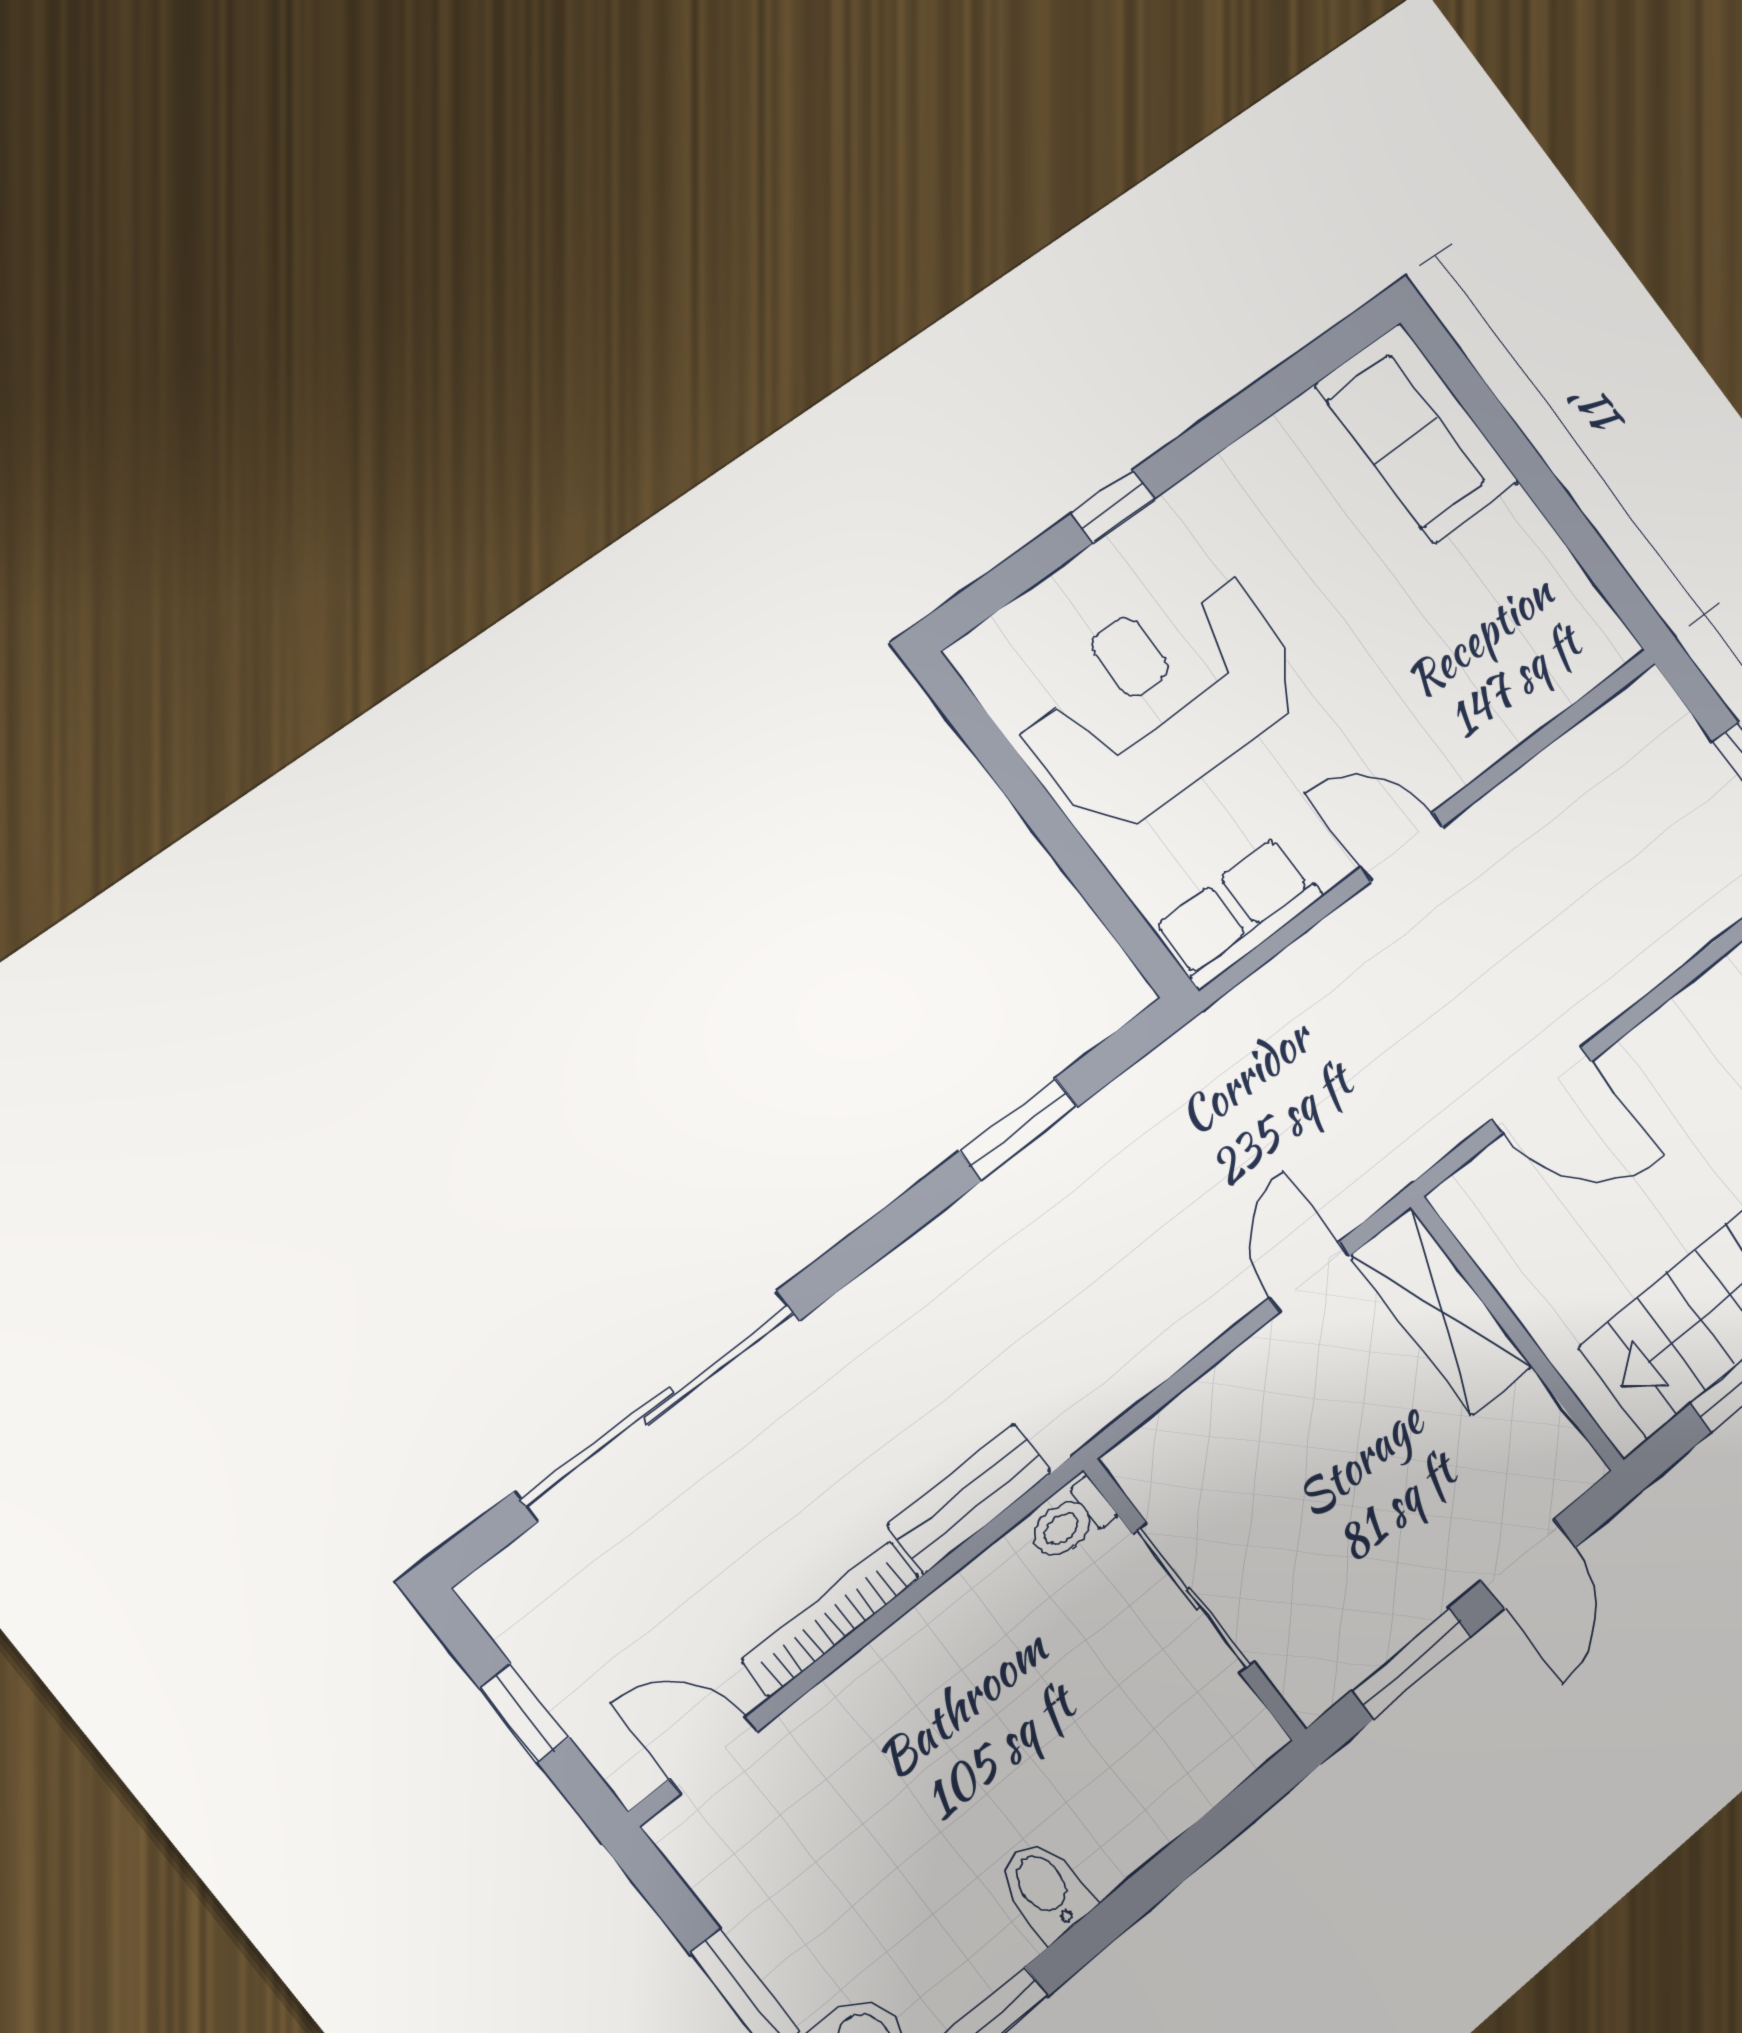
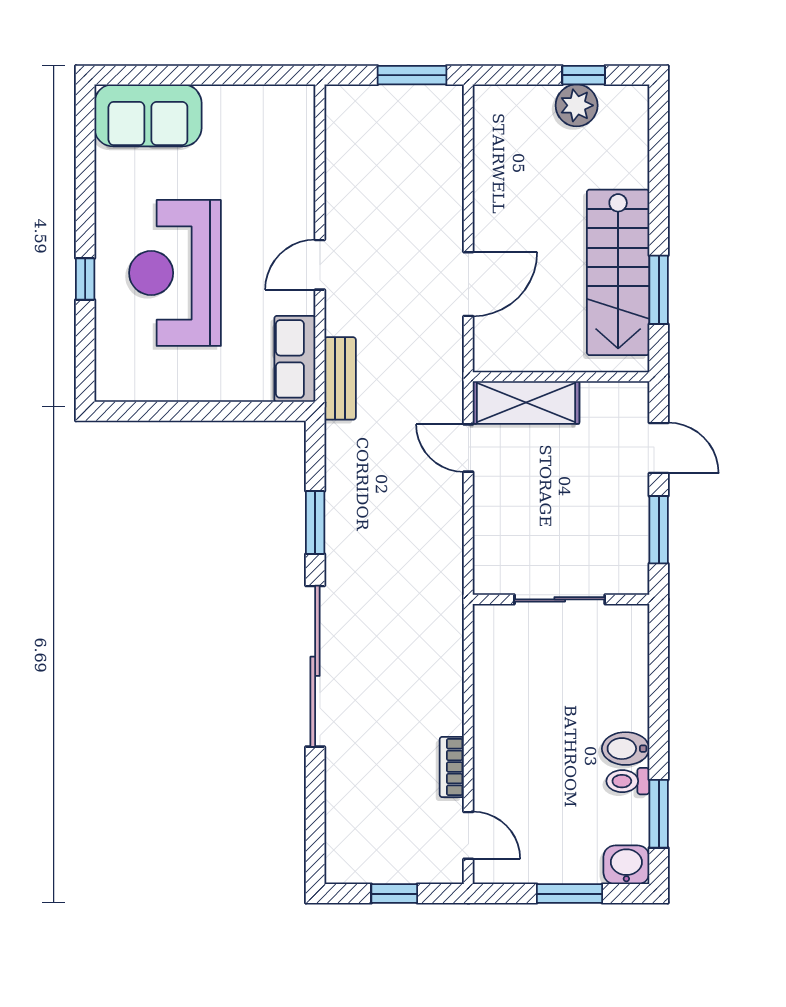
reception desk: (1160, 697) -> (175, 273), moved
sliding door: (658, 1405) -> (315, 666), moved
bench: (970, 1499) -> (340, 378), moved
toilet: (1070, 1522) -> (628, 781), moved, turned 90
bookcase: (830, 1619) -> (452, 767), width x0.64
door: (714, 1755) -> (468, 835), swing flipped

